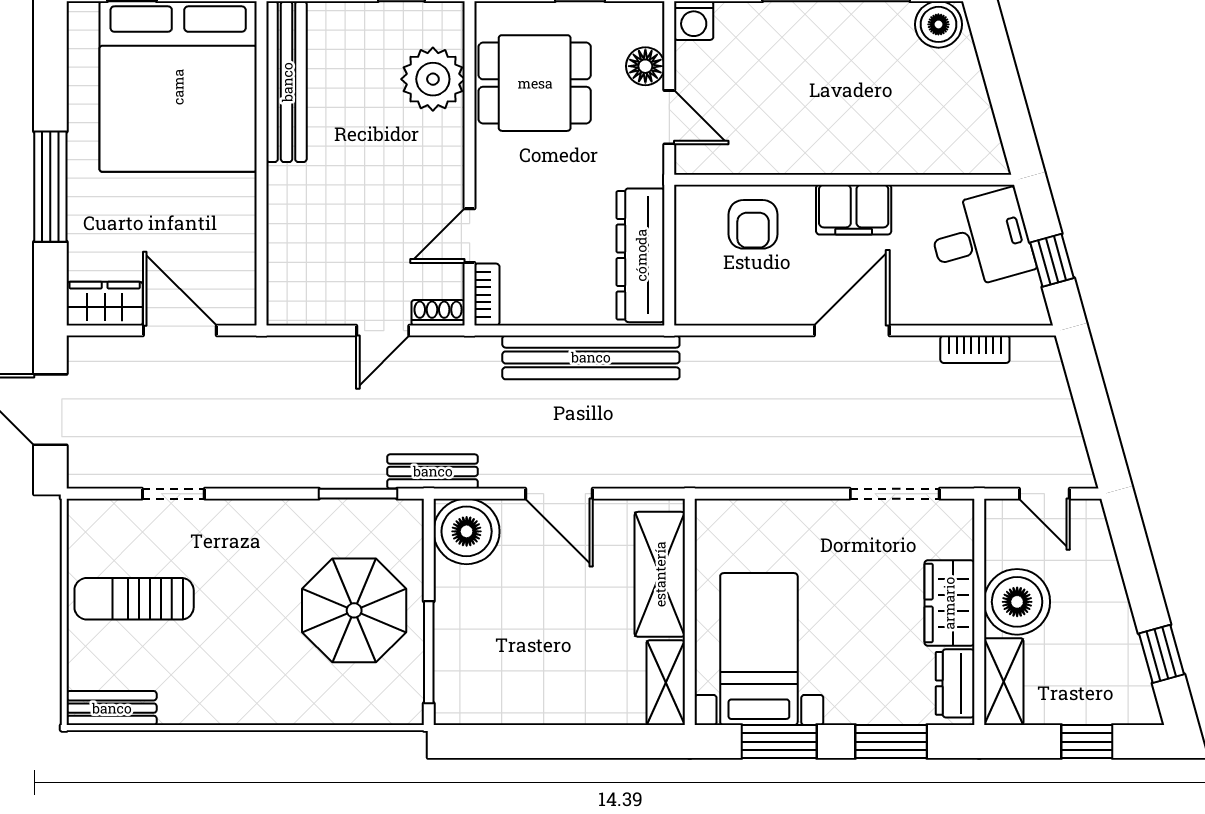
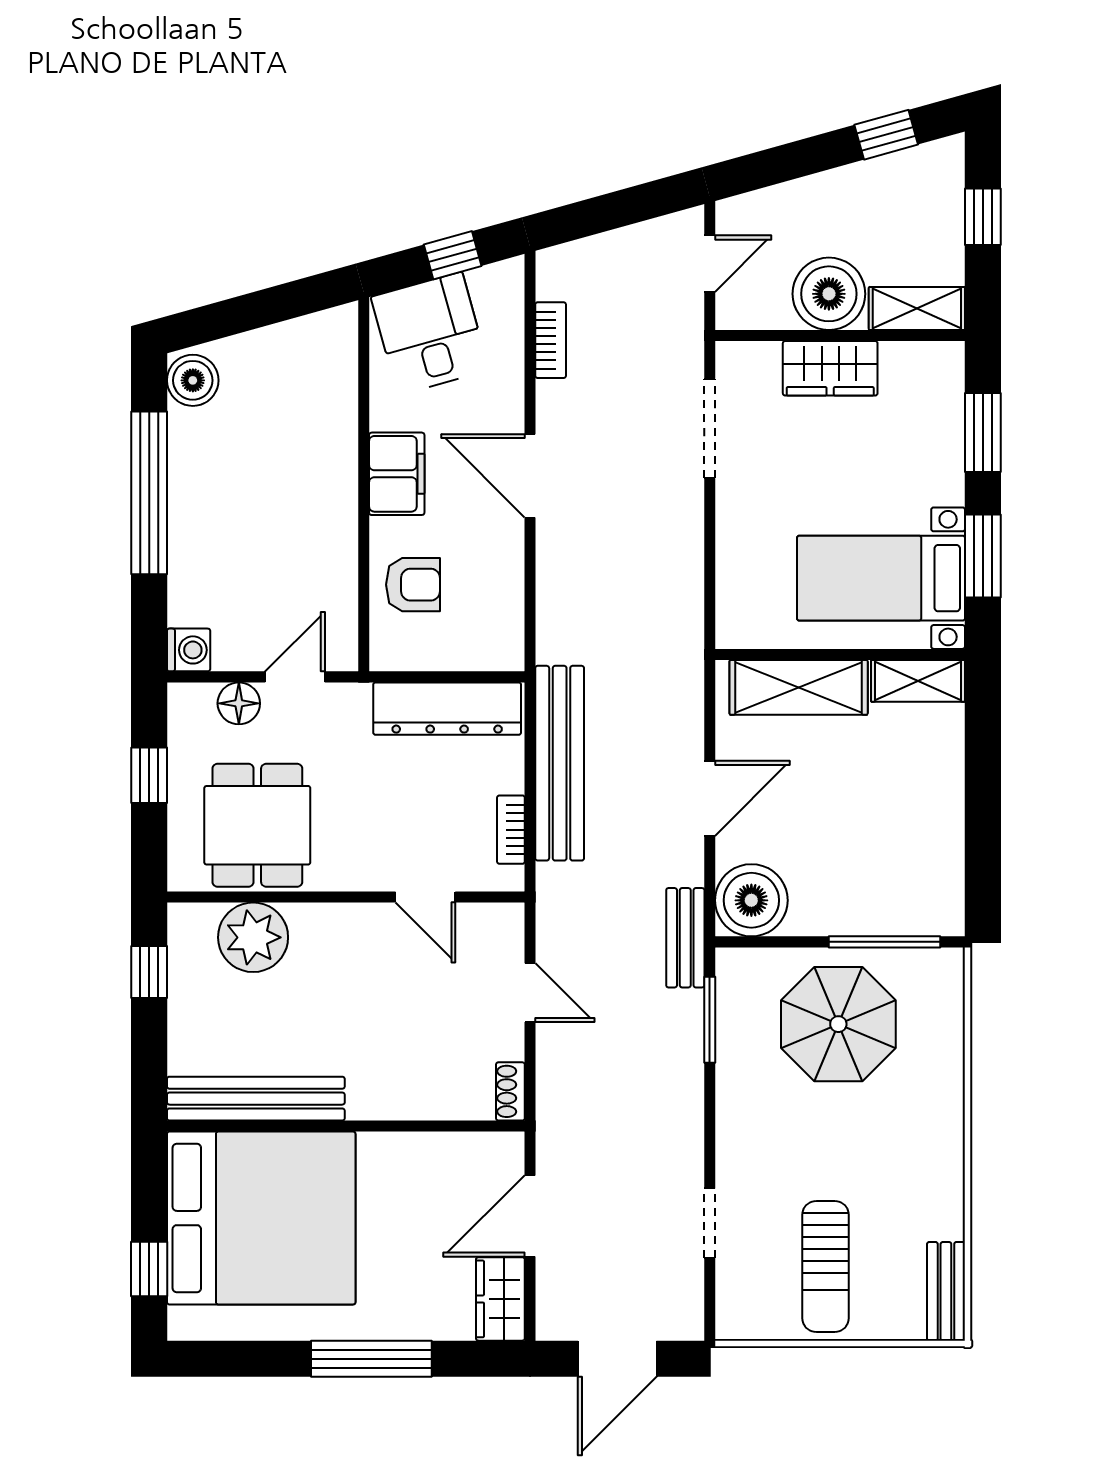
bookcase: (487, 295) -> (511, 830), moved, turned -90
shoe rack: (438, 313) -> (510, 1091), moved
dresser: (955, 683) -> (919, 362), removed

